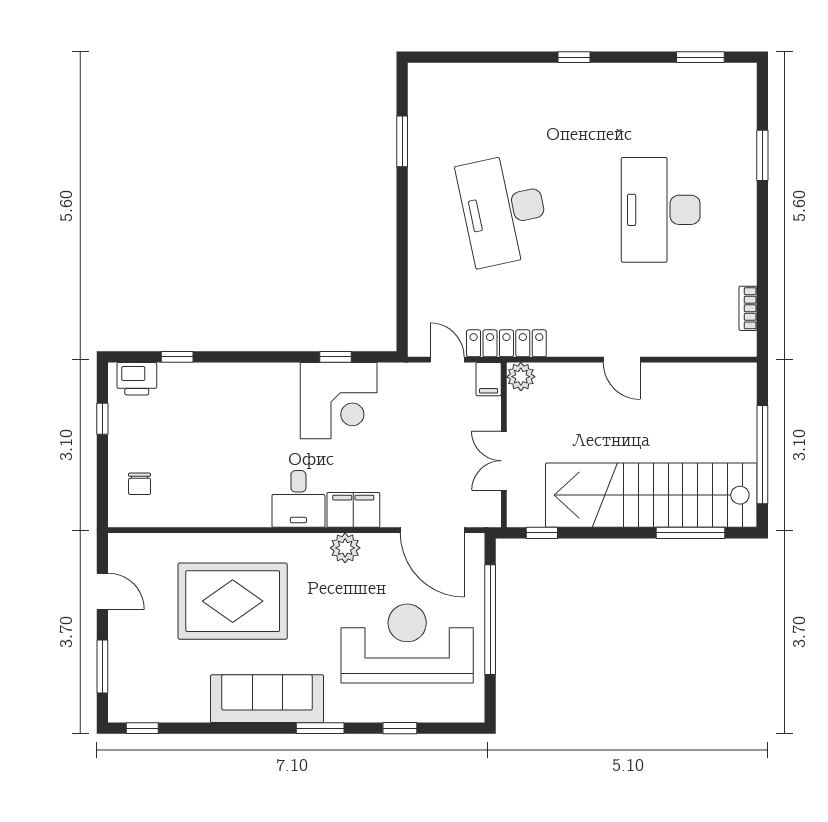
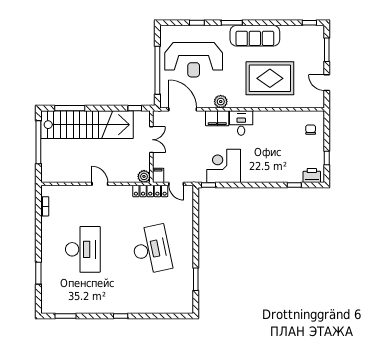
window: (335, 357) -> (209, 185), moved

